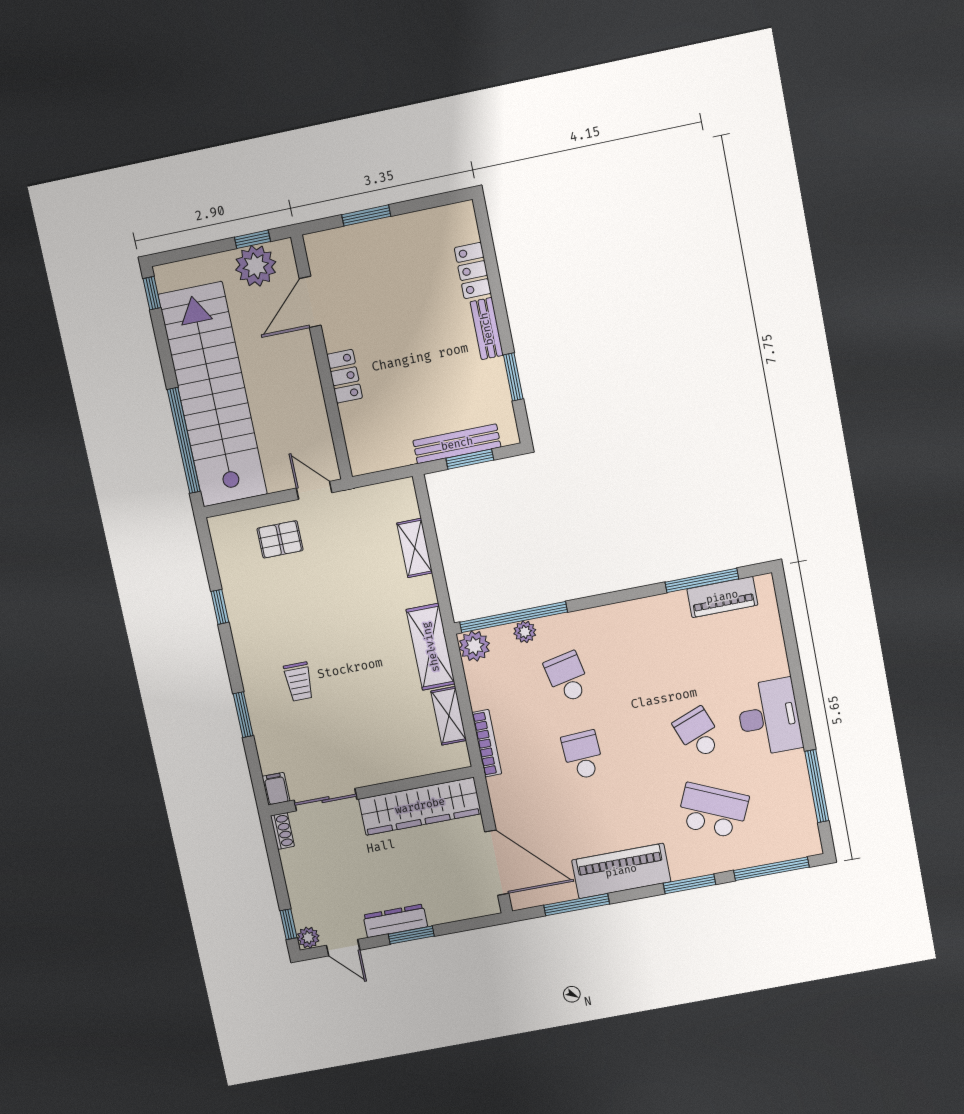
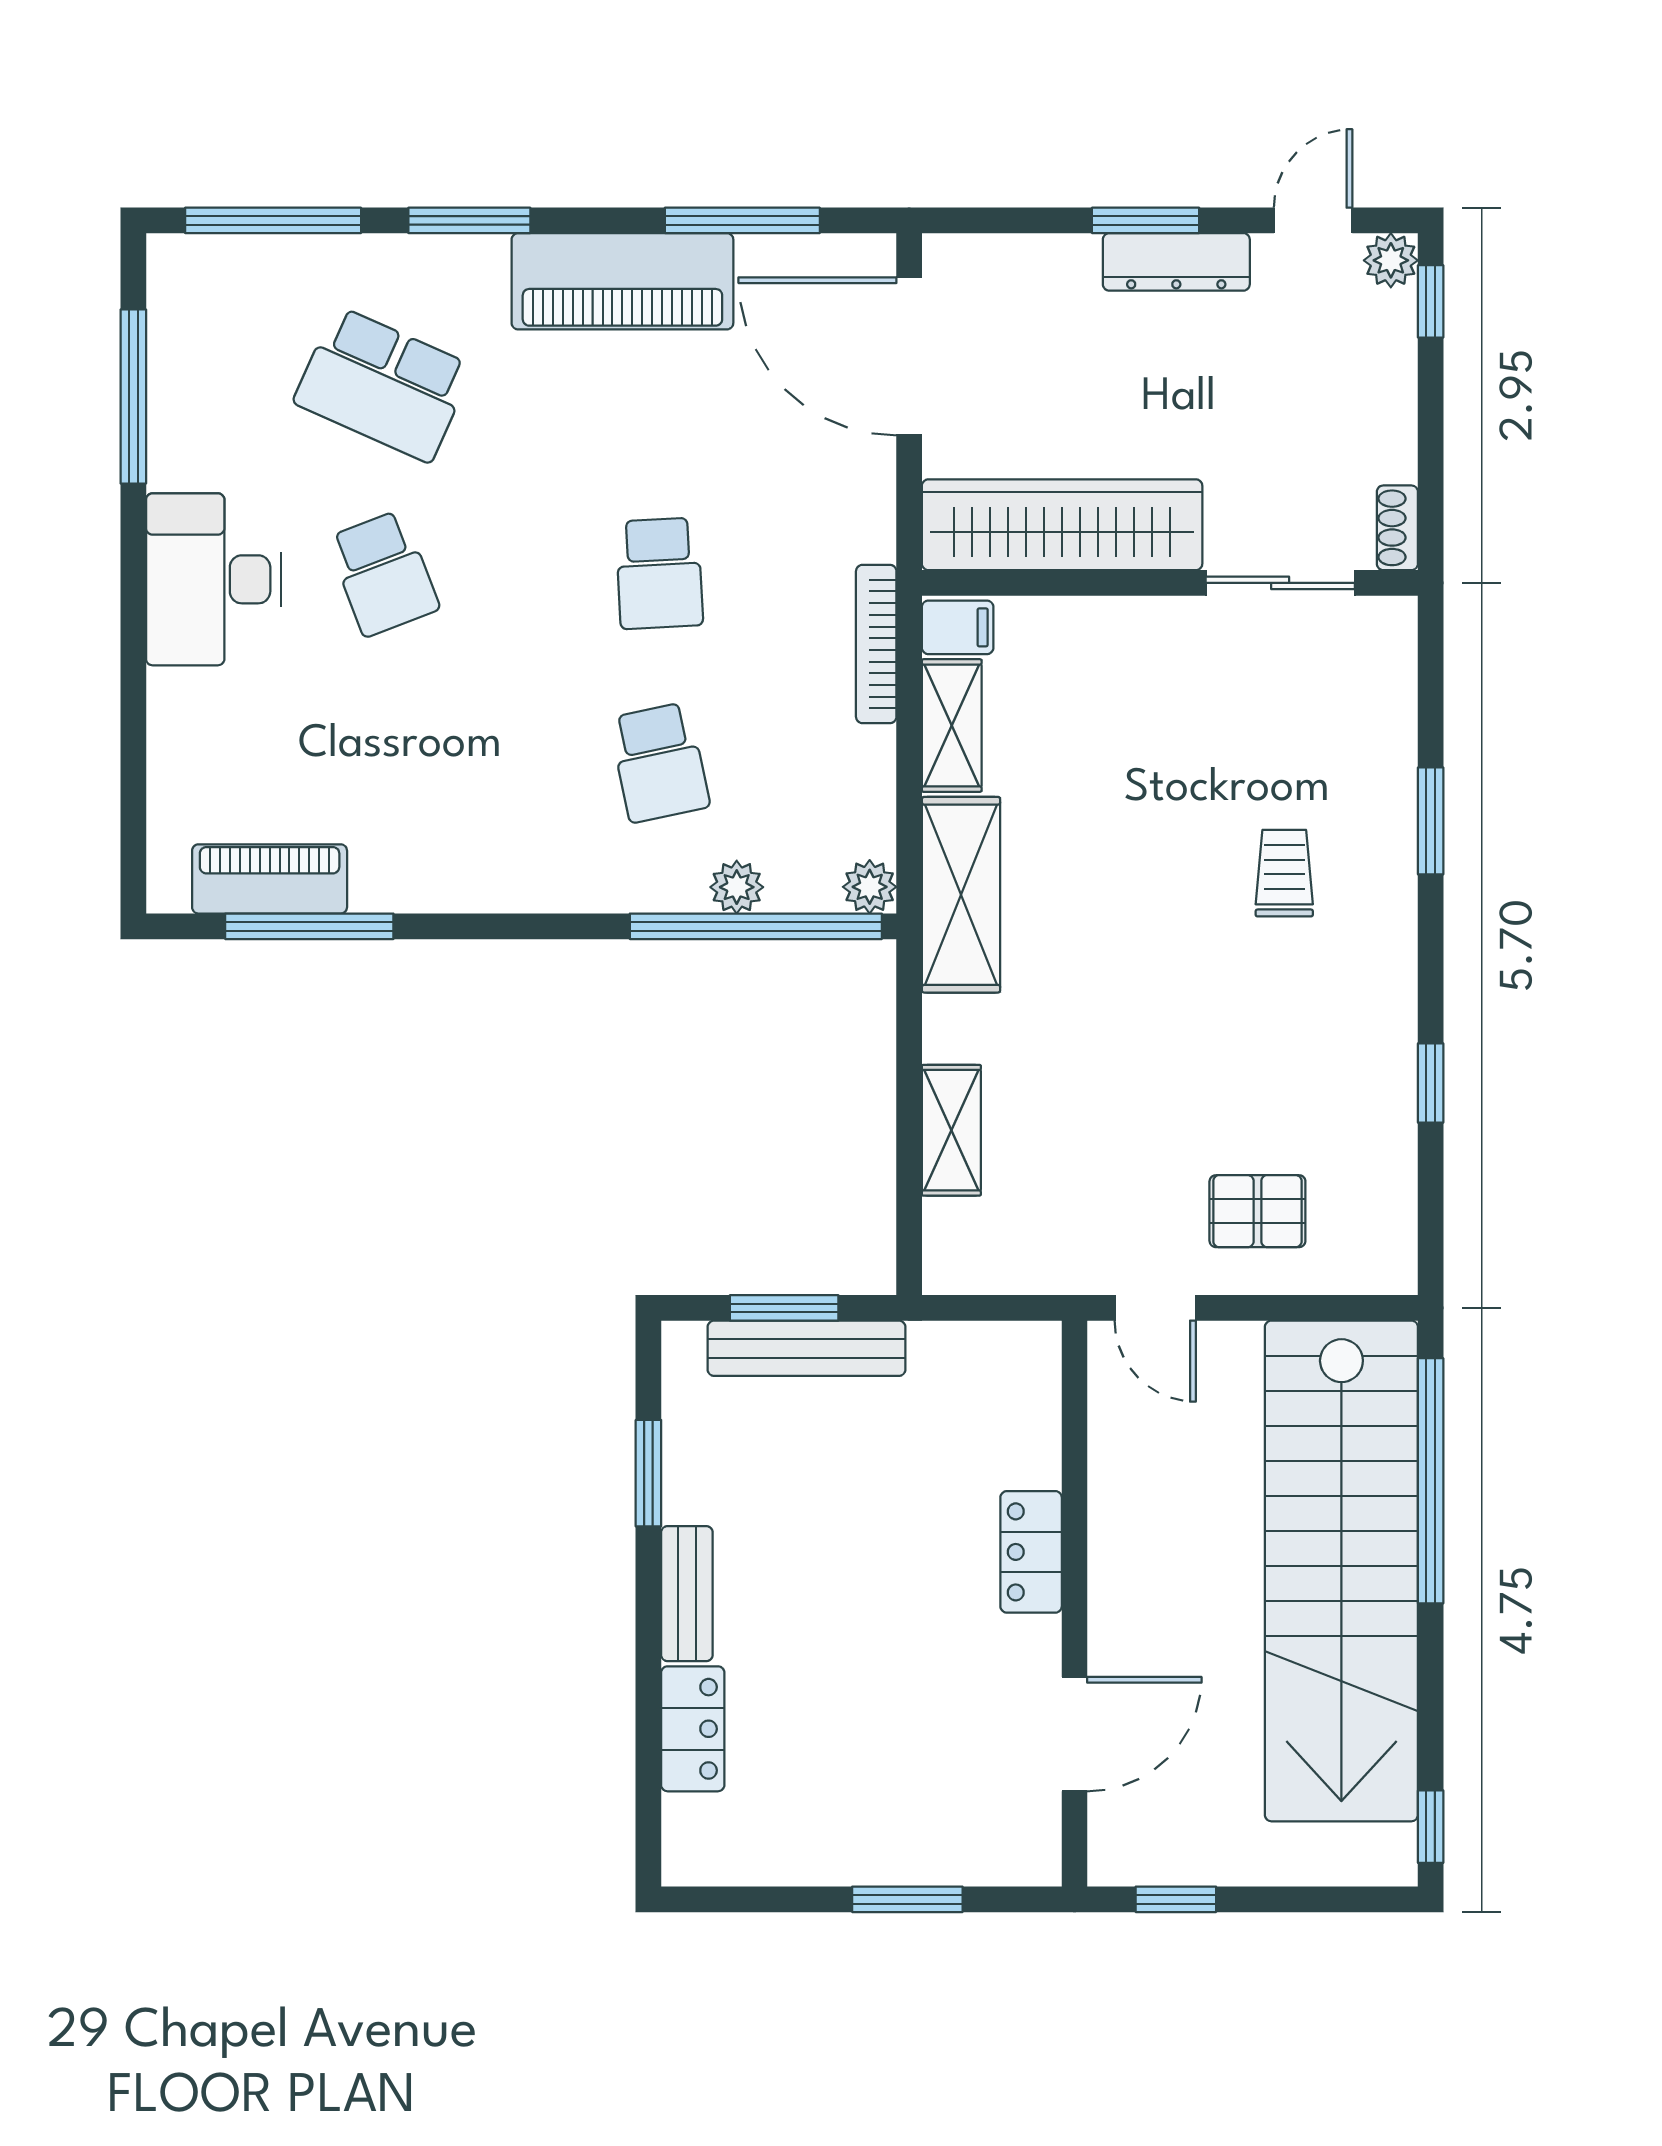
plant: (256, 266) -> (1181, 1839), removed
plant: (474, 646) -> (870, 887), width x0.73, depth x0.73
filing cabinet: (276, 789) -> (958, 627), moved, turned -90
door: (343, 948) -> (1313, 220), hinge flipped

